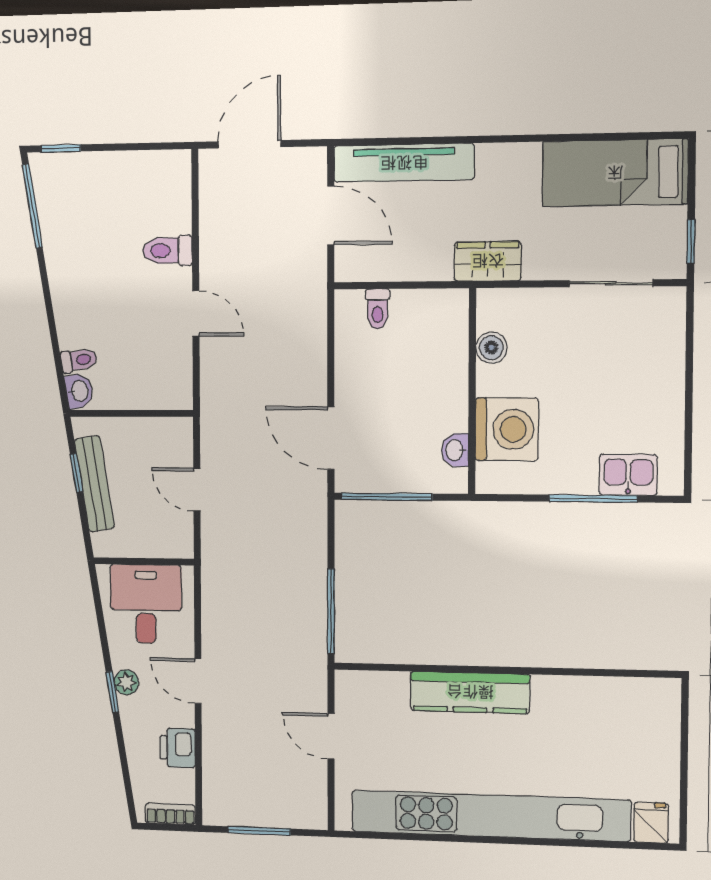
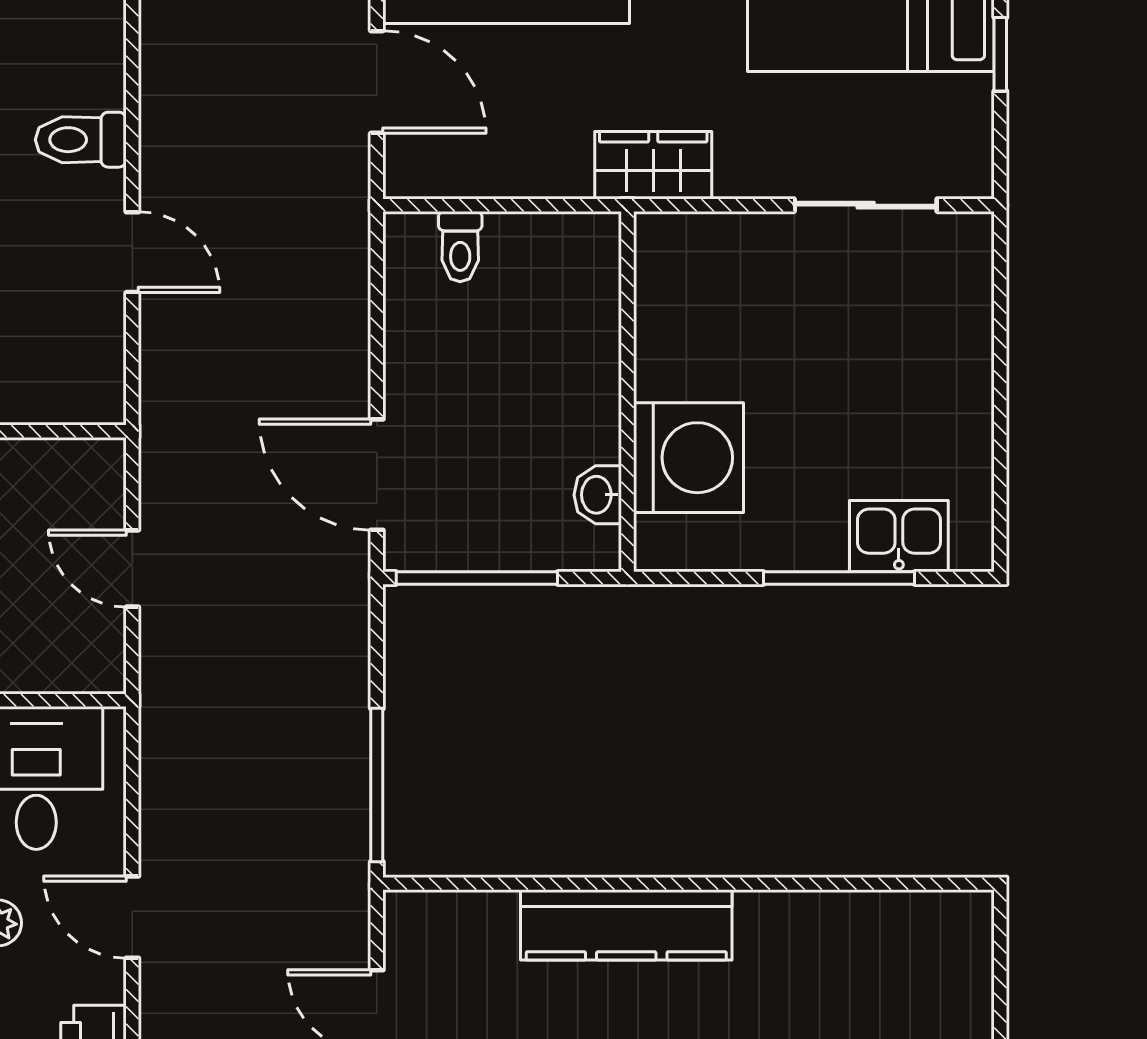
window: (691, 241) -> (1000, 54), moved
boiler: (491, 348) -> (661, 315), removed

